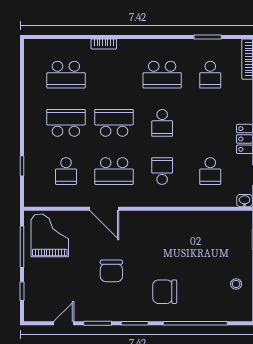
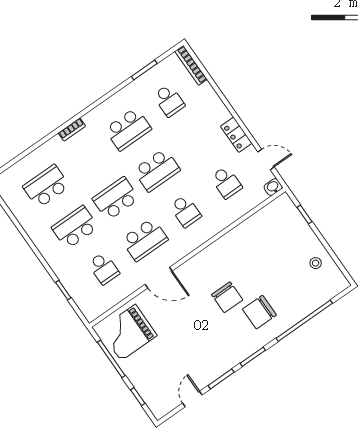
bookcase: (104, 44) -> (72, 129), moved
school desk: (66, 75) -> (46, 186), turned 180
school desk: (162, 123) -> (157, 170), width x1.85
school desk: (162, 171) -> (185, 211), turned 180
grand piano: (50, 235) -> (128, 333), turned -90
chair: (111, 271) -> (227, 297), moved

